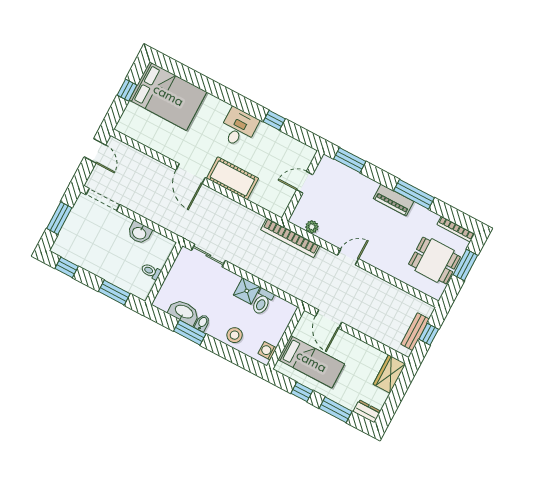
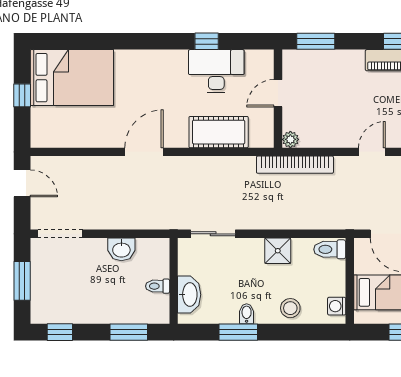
desk: (239, 128) -> (216, 71), moved, width x1.37
door: (191, 174) -> (144, 152), swing flipped
cot: (232, 178) -> (219, 132), moved
plant: (312, 227) -> (290, 139), moved
toilet: (262, 302) -> (330, 249), moved, turned 90
washbasin: (184, 312) -> (189, 295), moved, turned 90

